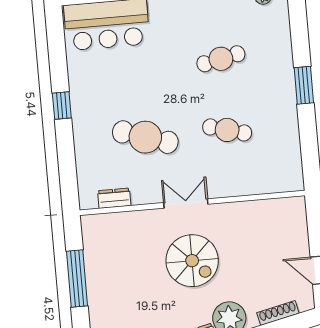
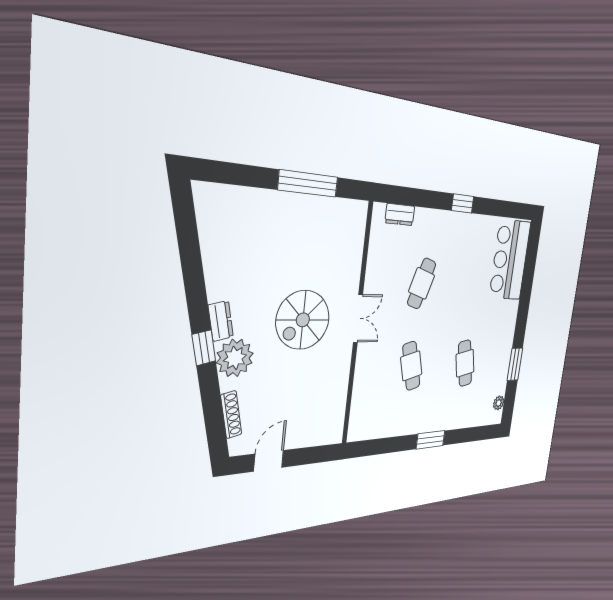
cafe table: (227, 130) -> (411, 366), turned -30
cafe table: (145, 137) -> (422, 283), width x0.73, depth x0.74
dresser: (114, 198) -> (400, 215), moved, turned 90

